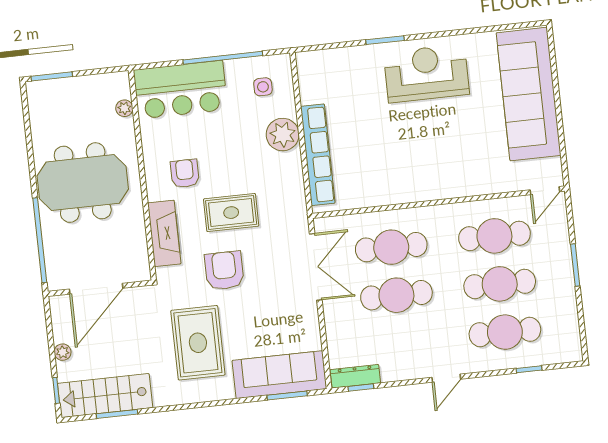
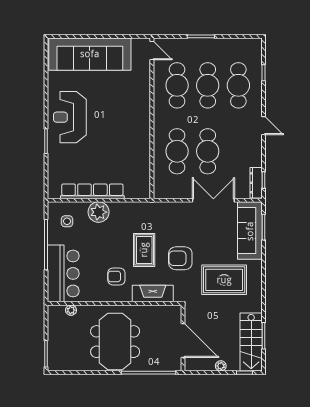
row of seats: (318, 155) -> (92, 191), moved
double door: (316, 267) -> (213, 200), moved

